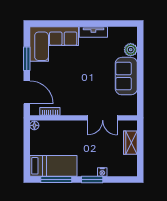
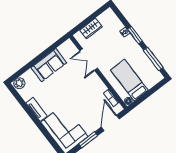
plant: (131, 50) -> (19, 83), moved
double door: (103, 118) -> (89, 60), swing flipped
bed: (53, 166) -> (129, 80), moved

